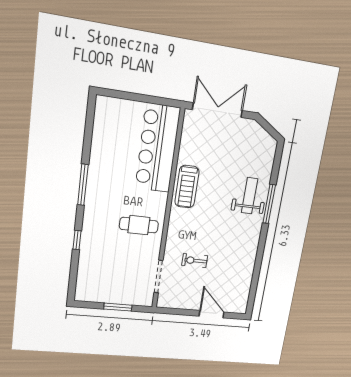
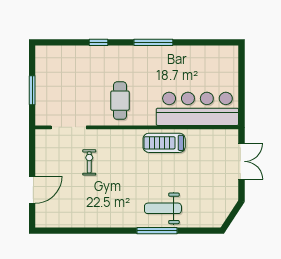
double door: (218, 110) -> (242, 161), width x0.73
weight bench: (250, 196) -> (163, 208), turned 180

